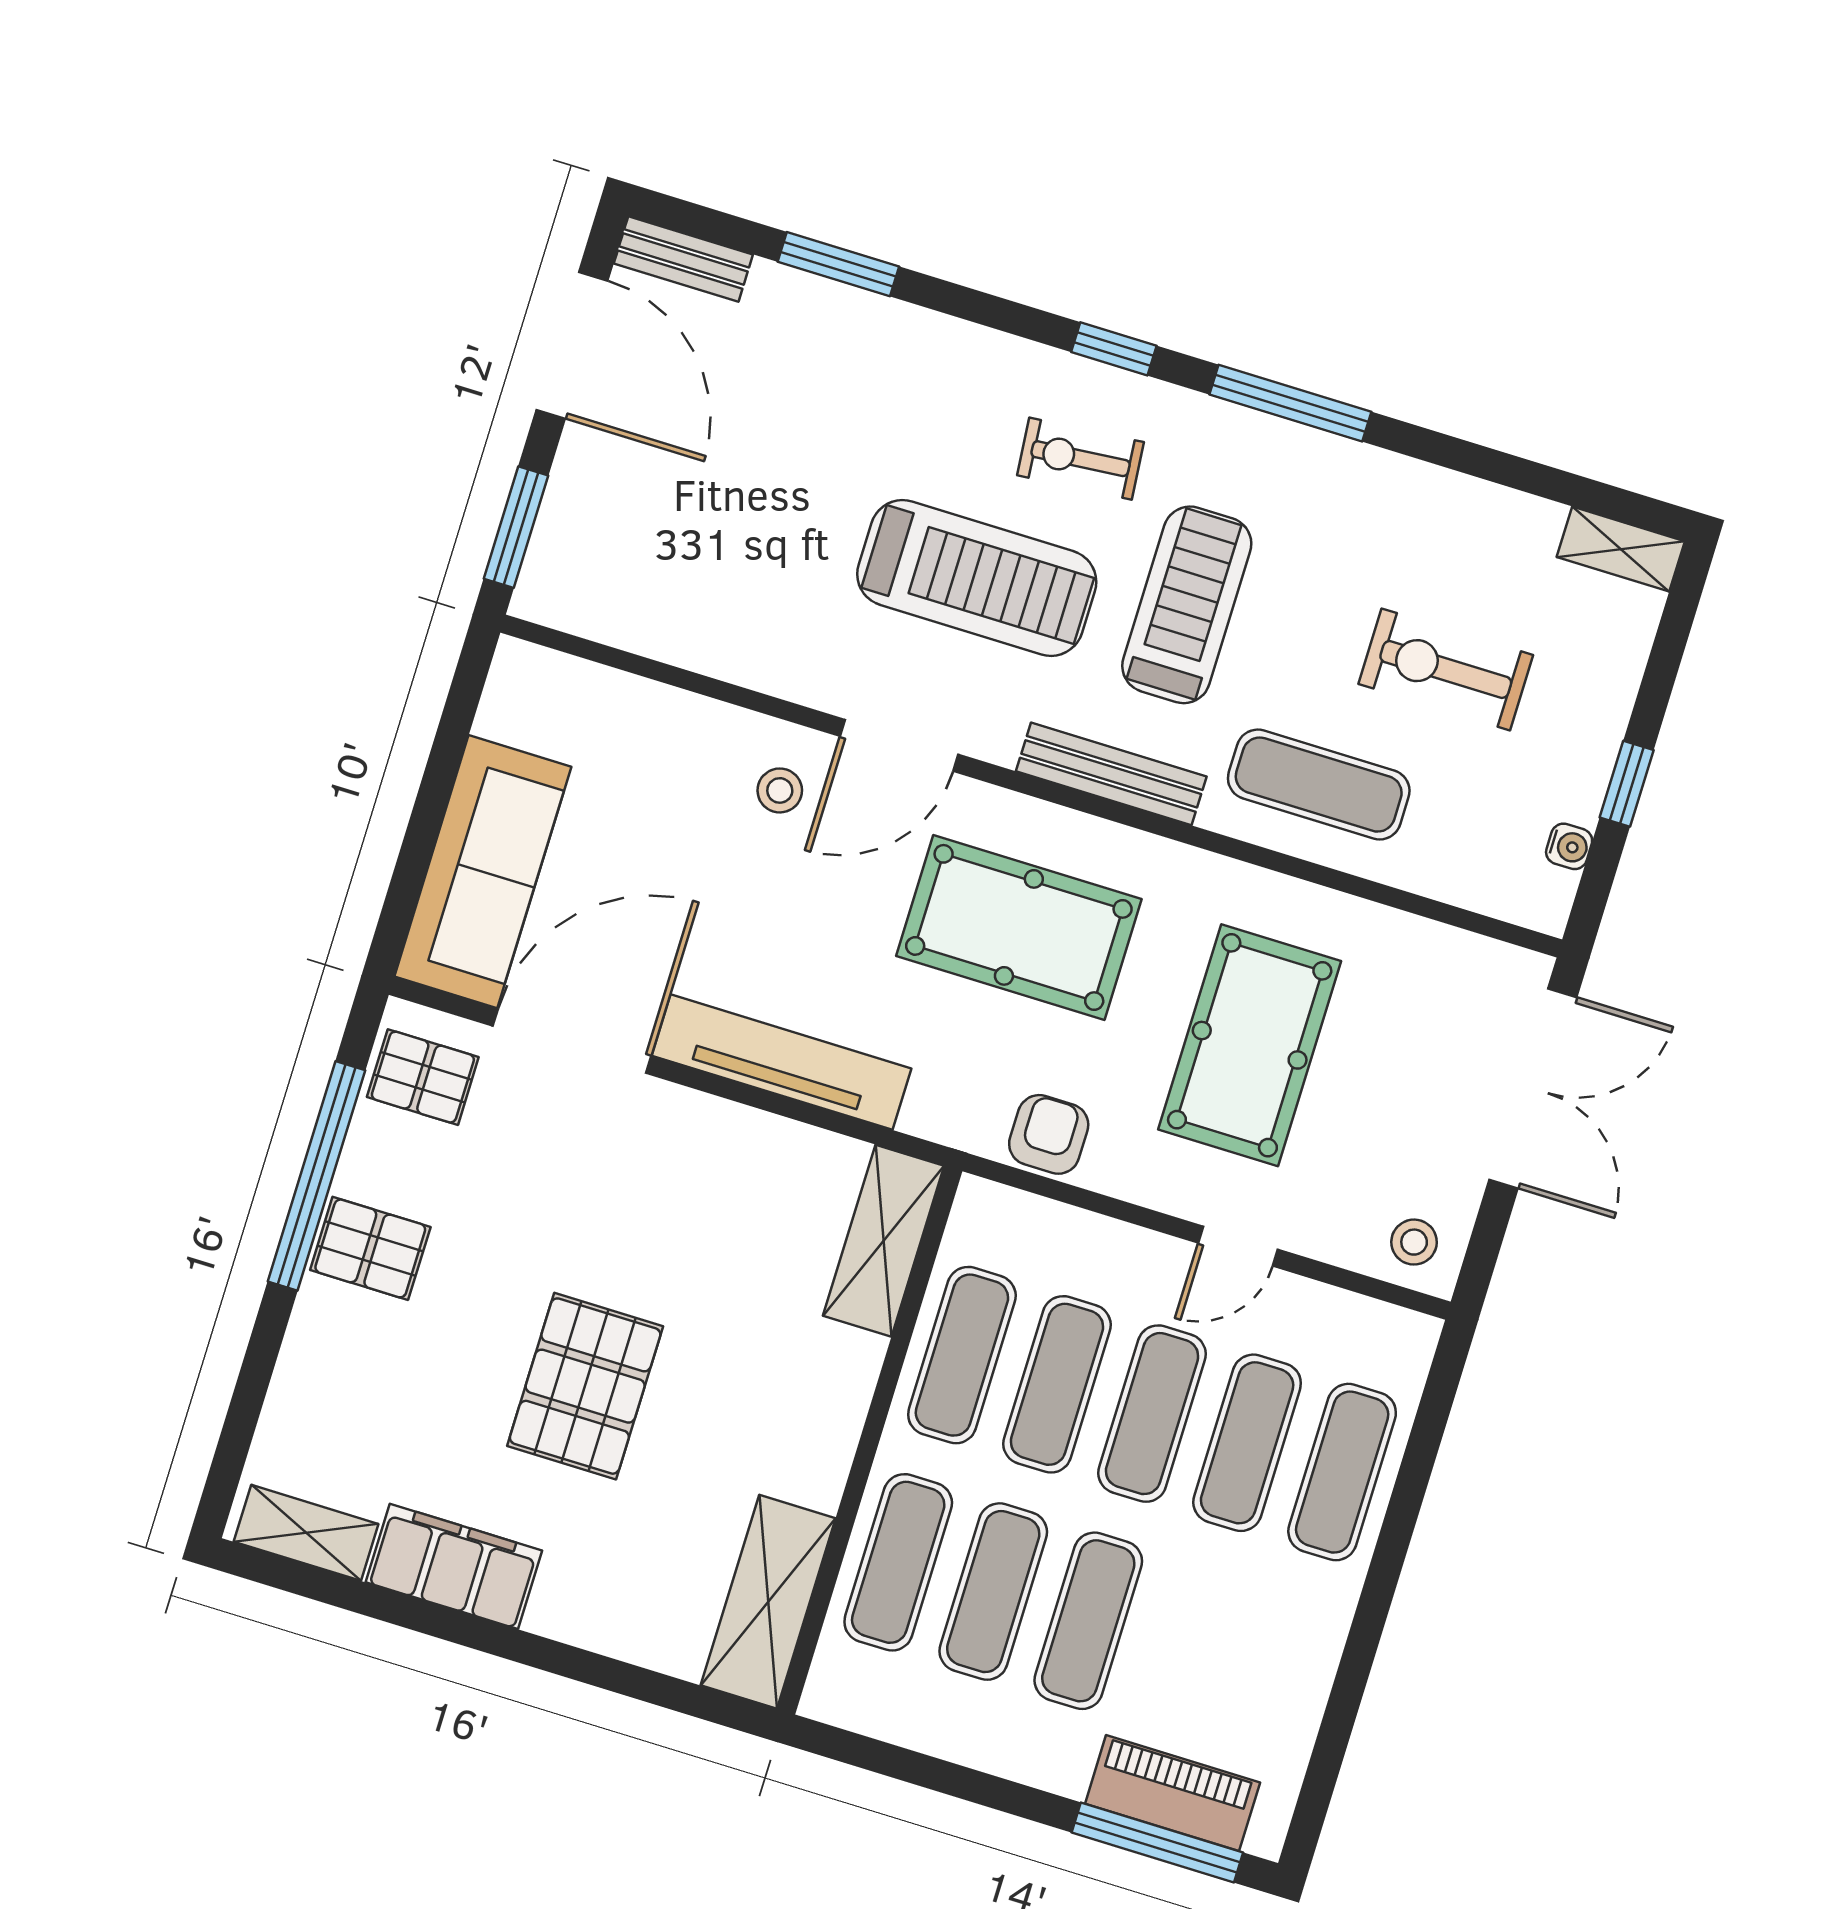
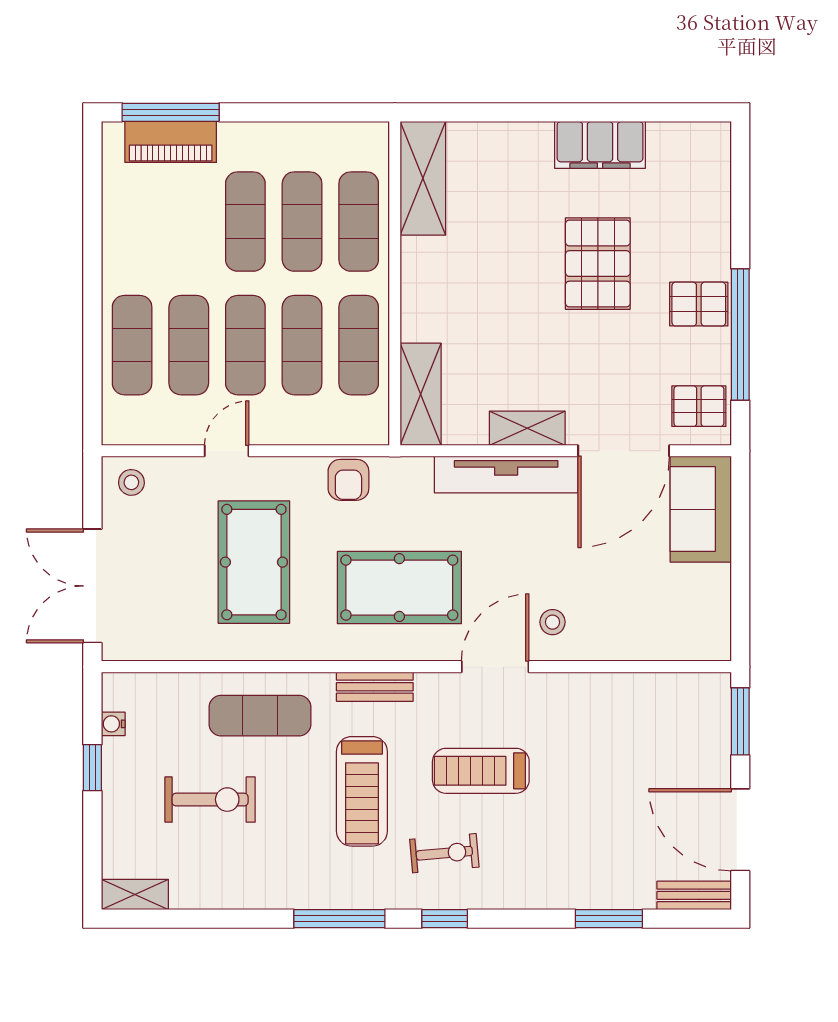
treadmill: (977, 578) -> (481, 771), width x0.73, depth x0.73
bench: (1111, 774) -> (375, 687), width x0.73
sofa: (483, 872) -> (701, 509), width x0.73
pallet: (585, 1386) -> (598, 264), moved
shelving: (306, 1533) -> (527, 428), moved

